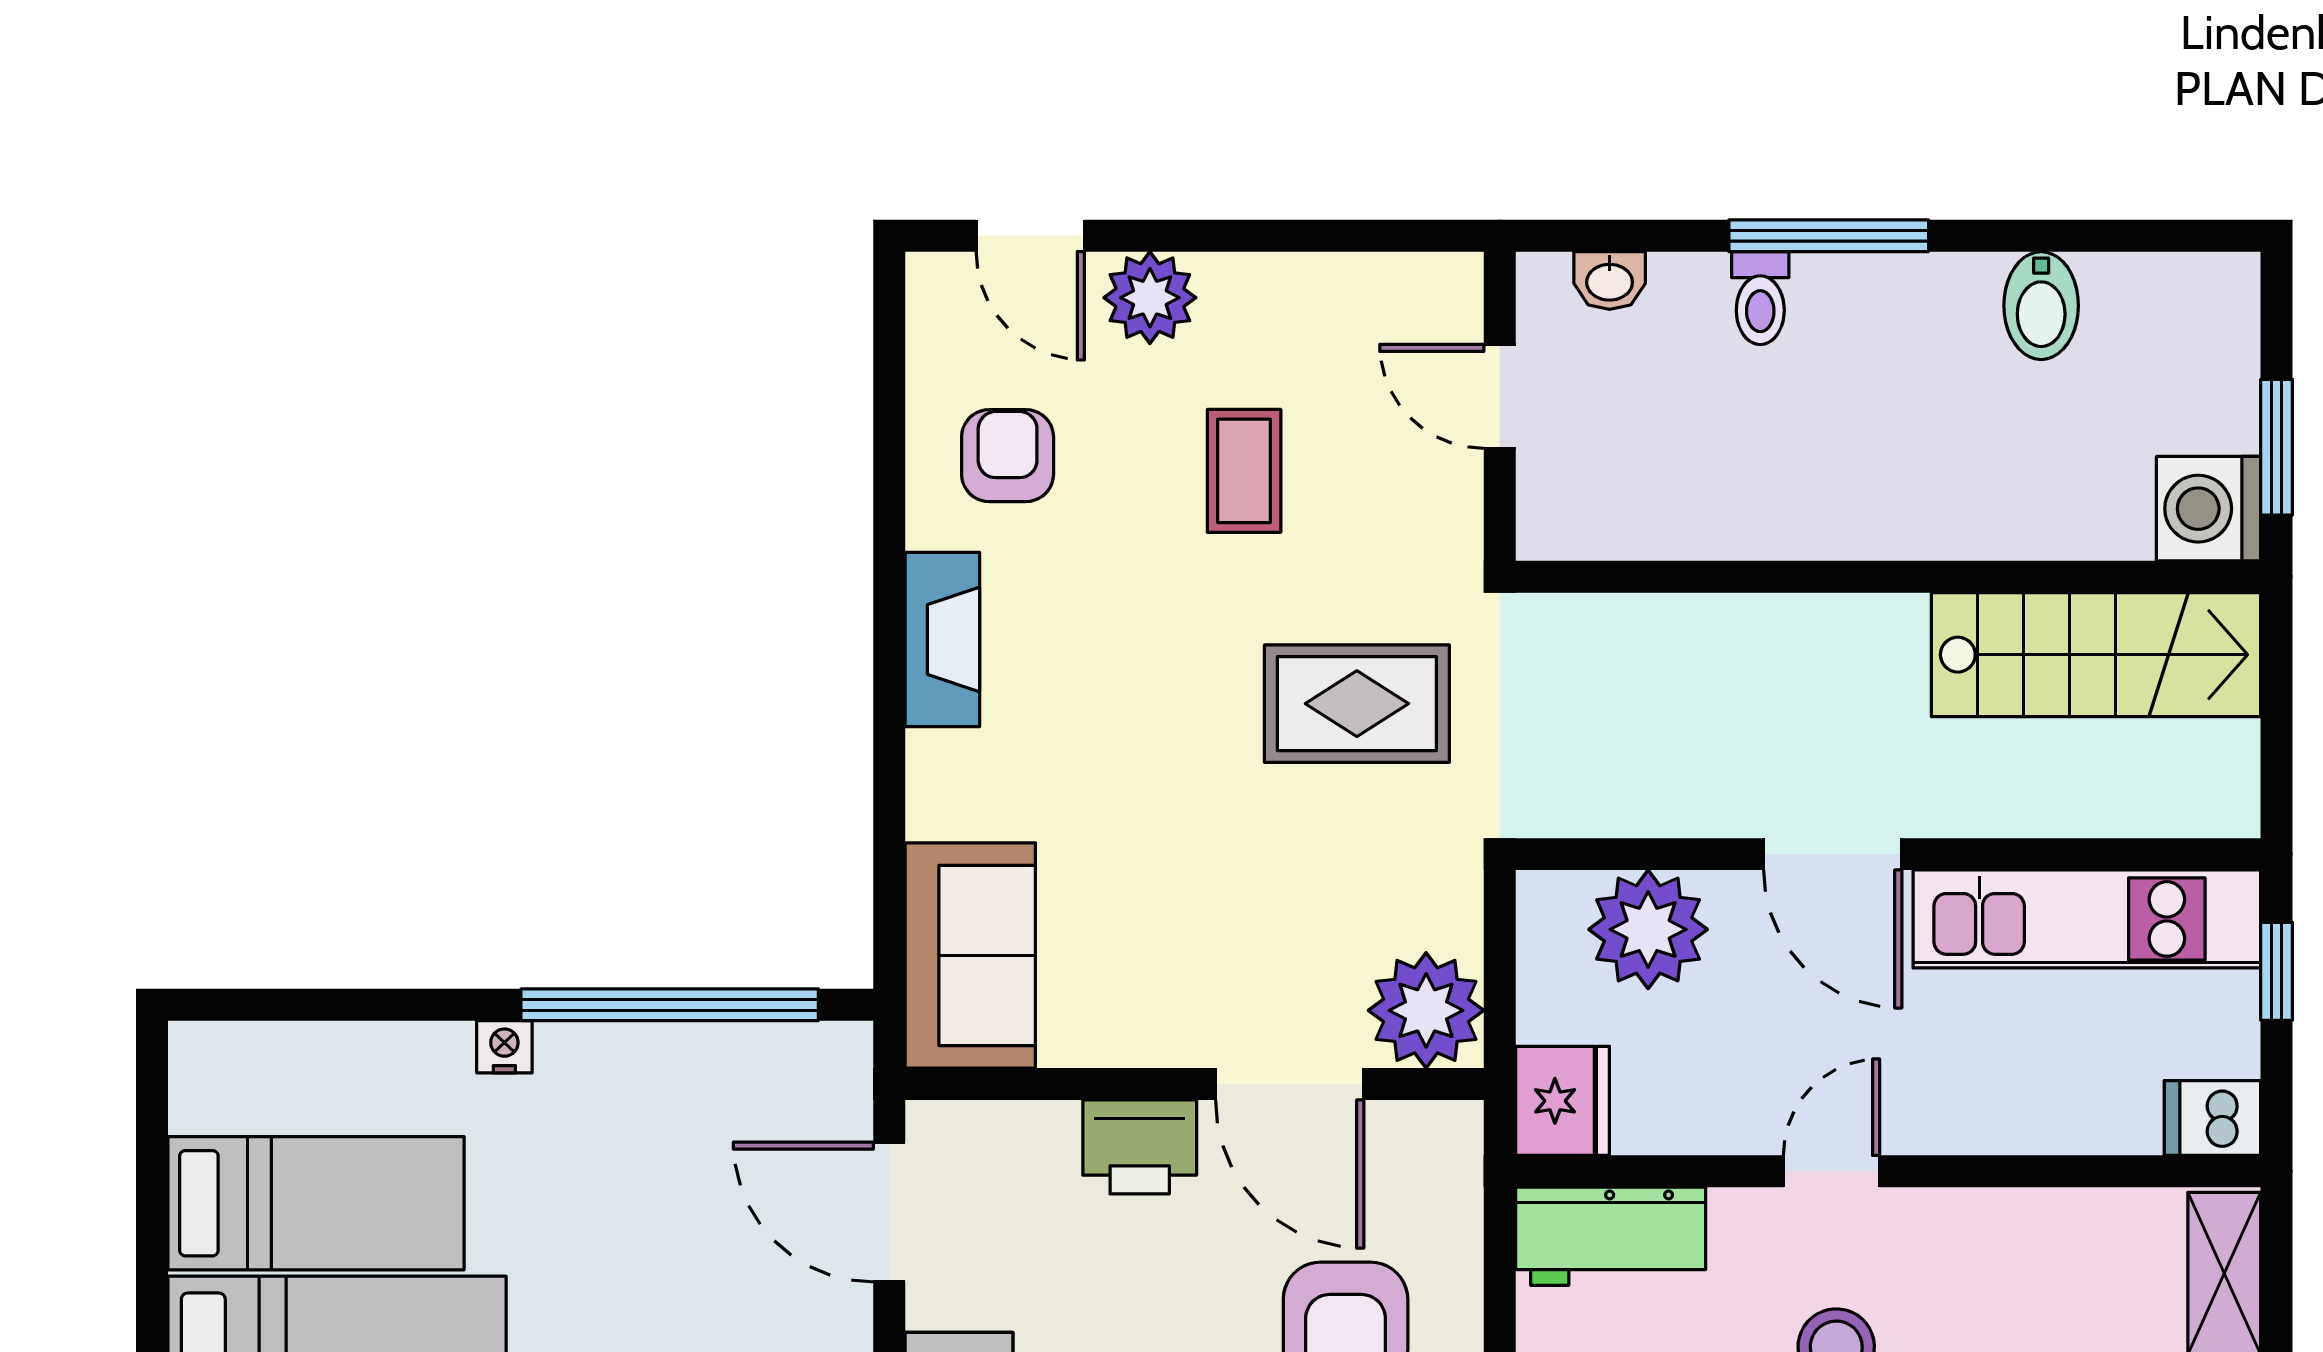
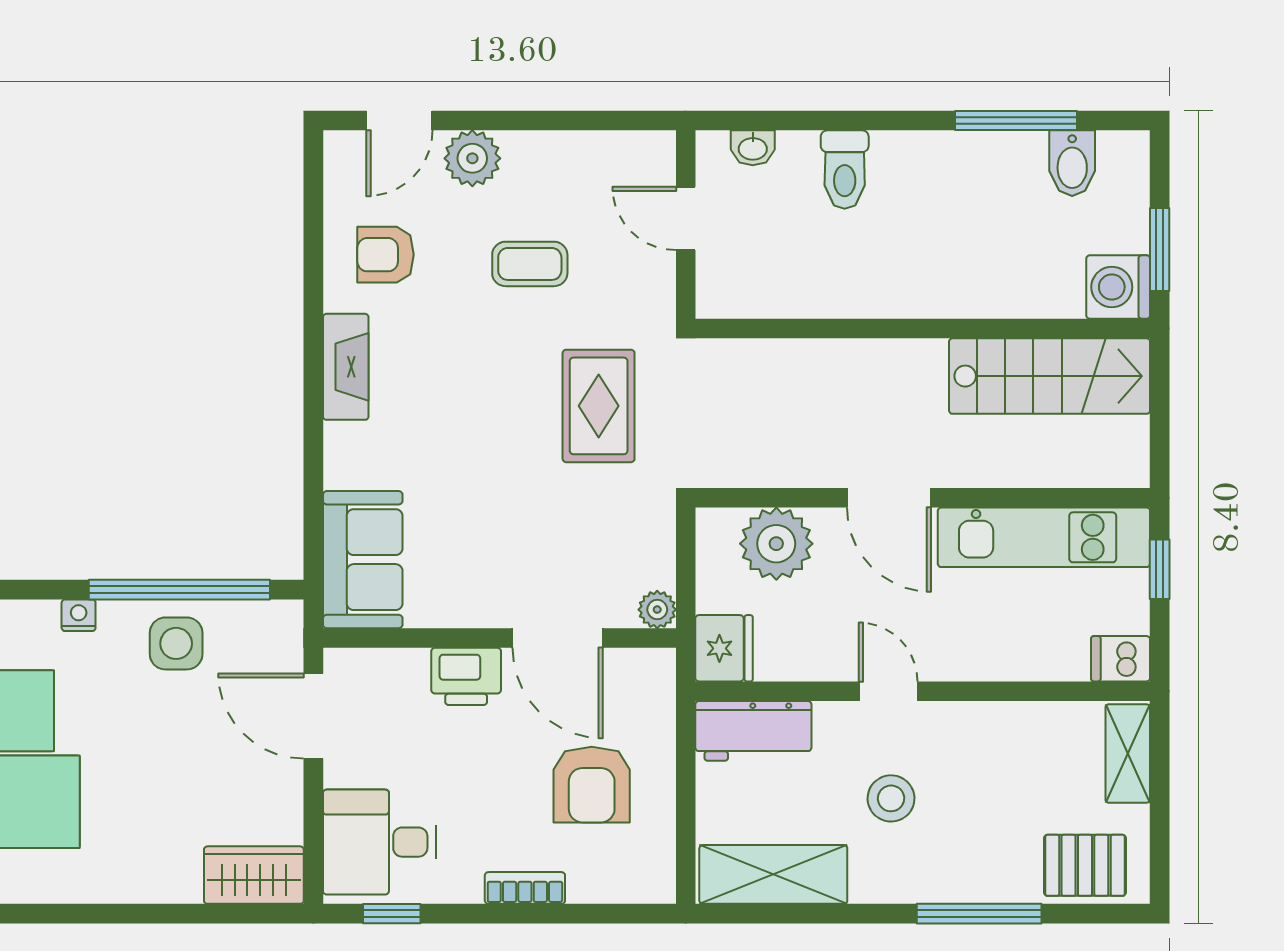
door: (1030, 236) -> (399, 121), hinge flipped
window: (1829, 236) -> (1016, 121), moved
toilet: (1760, 298) -> (845, 170), width x1.37, depth x1.39
bidet: (2041, 306) -> (1072, 163), moved
armchair: (1008, 456) -> (386, 255), turned -90
coffee table: (1244, 471) -> (530, 264), turned 90
rug: (1357, 704) -> (599, 406), turned 90
plant: (1426, 1010) -> (657, 610), width x0.53, depth x0.53
side table: (664, 1093) -> (176, 643), added
door: (1832, 1171) -> (888, 691), hinge flipped

